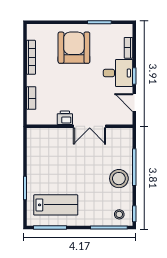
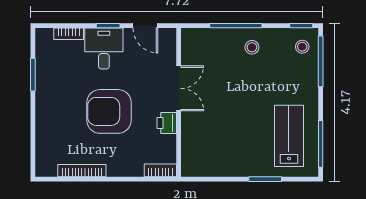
armchair: (74, 48) -> (109, 111), moved
bookcase: (31, 98) -> (160, 170), moved
door: (134, 103) -> (145, 26), hinge flipped
stool: (119, 179) -> (252, 47), width x0.53, depth x0.53

